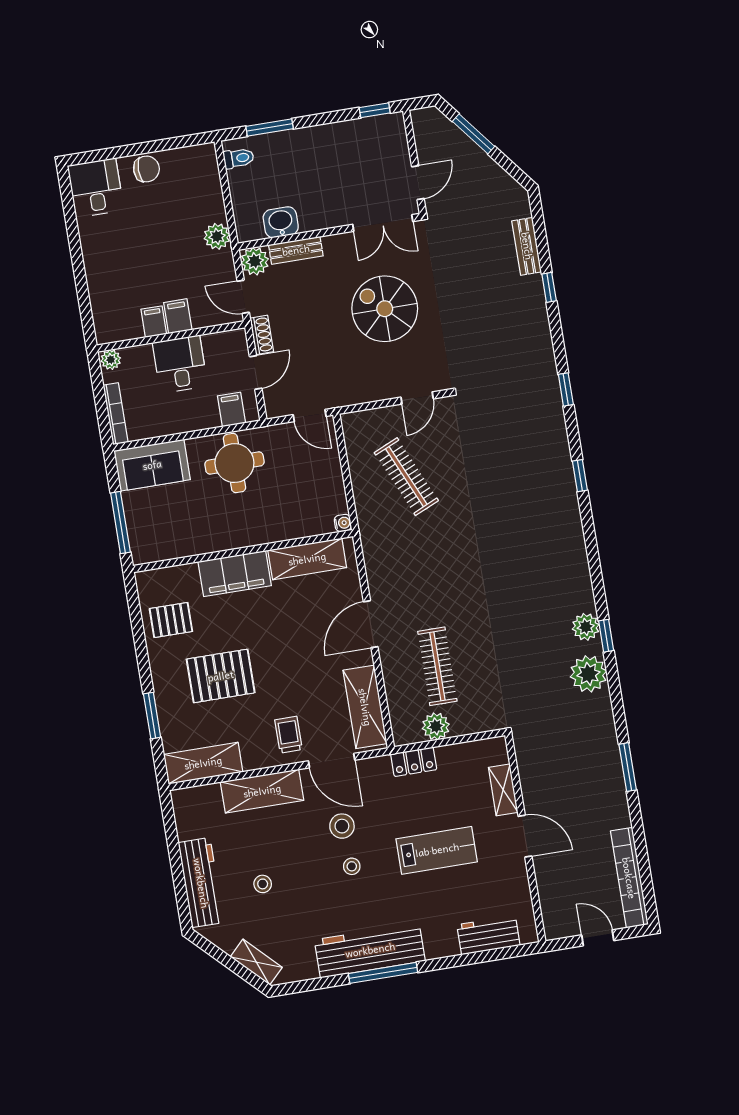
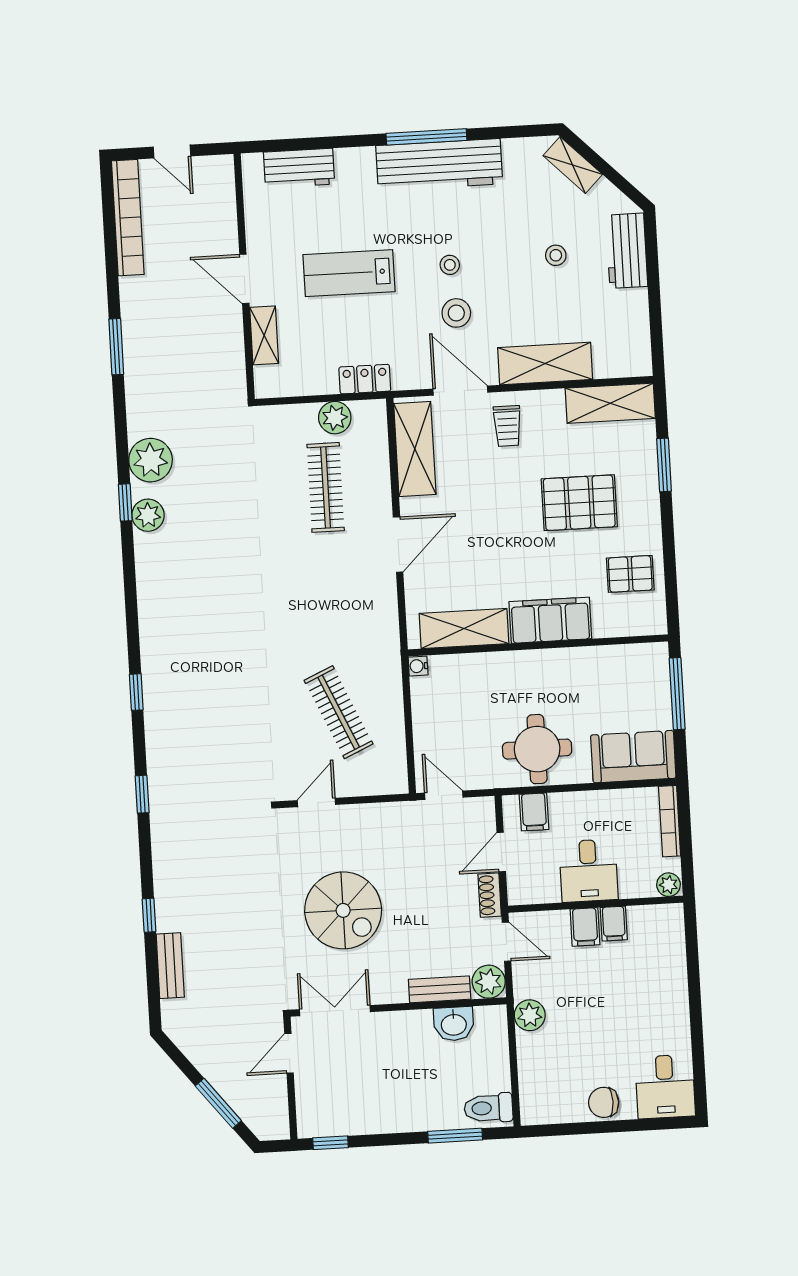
toilet: (239, 158) -> (488, 1108), width x1.37, depth x1.39
workbench: (201, 883) -> (627, 251), width x0.73

